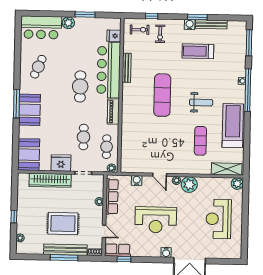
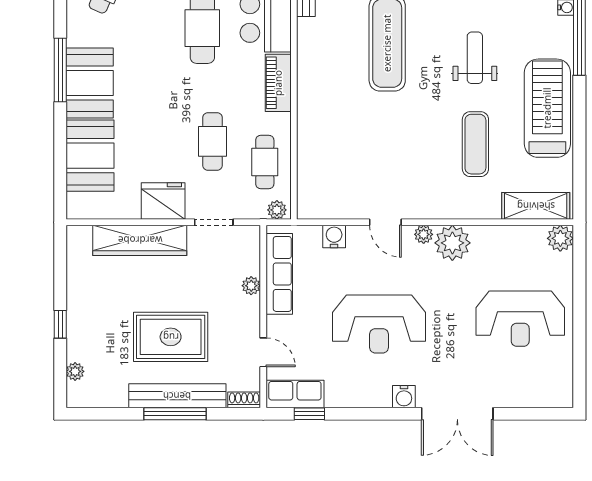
weight bench: (201, 102) -> (475, 58), turned -90
booth: (29, 155) -> (90, 156), moved
reception desk: (219, 219) -> (520, 319), turned -90

